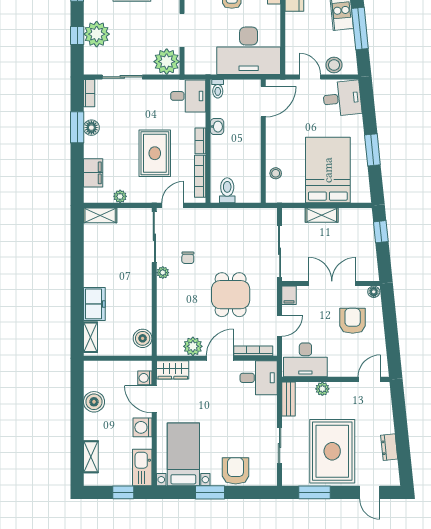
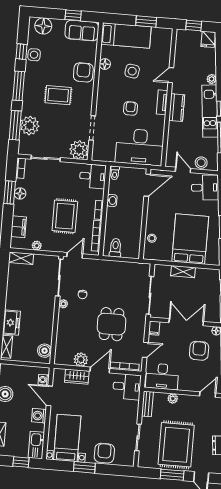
window: (77, 35) -> (15, 125), width x2.17
wardrobe: (173, 370) -> (77, 377), moved
window: (315, 492) -> (172, 475), moved

